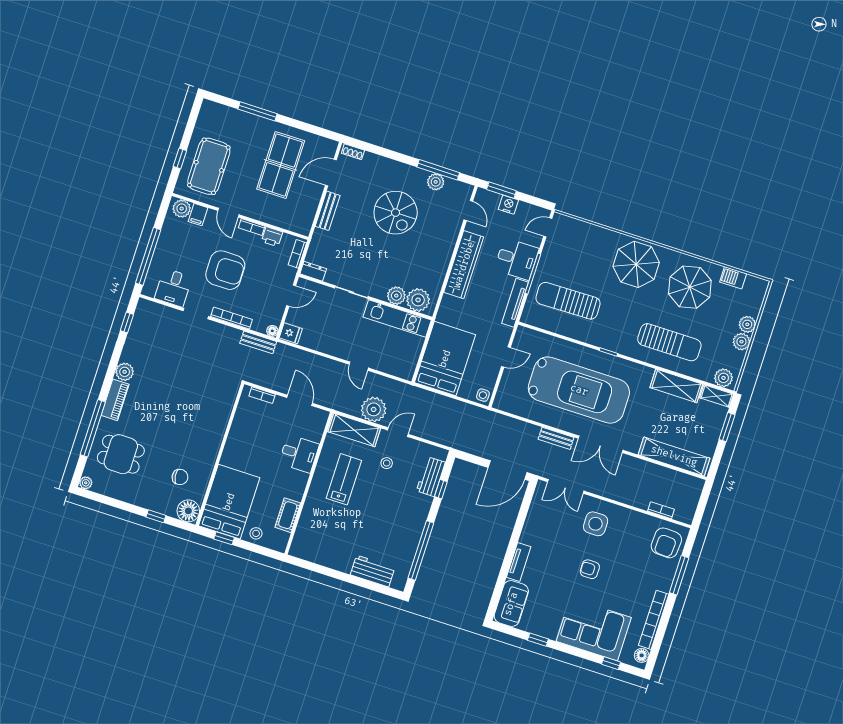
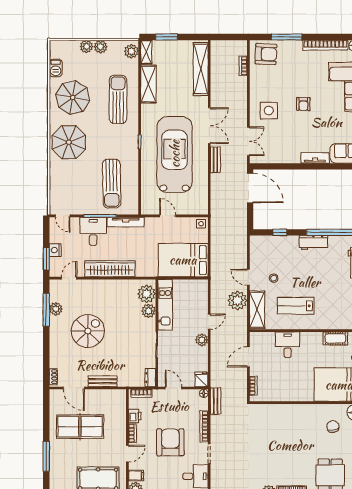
plant: (339, 350) -> (202, 340), added
workbench: (431, 477) -> (313, 243), moved

